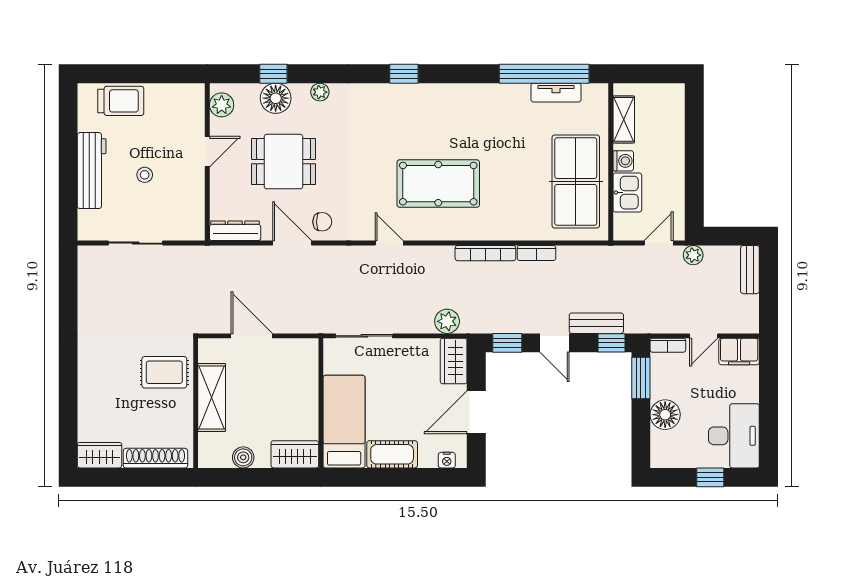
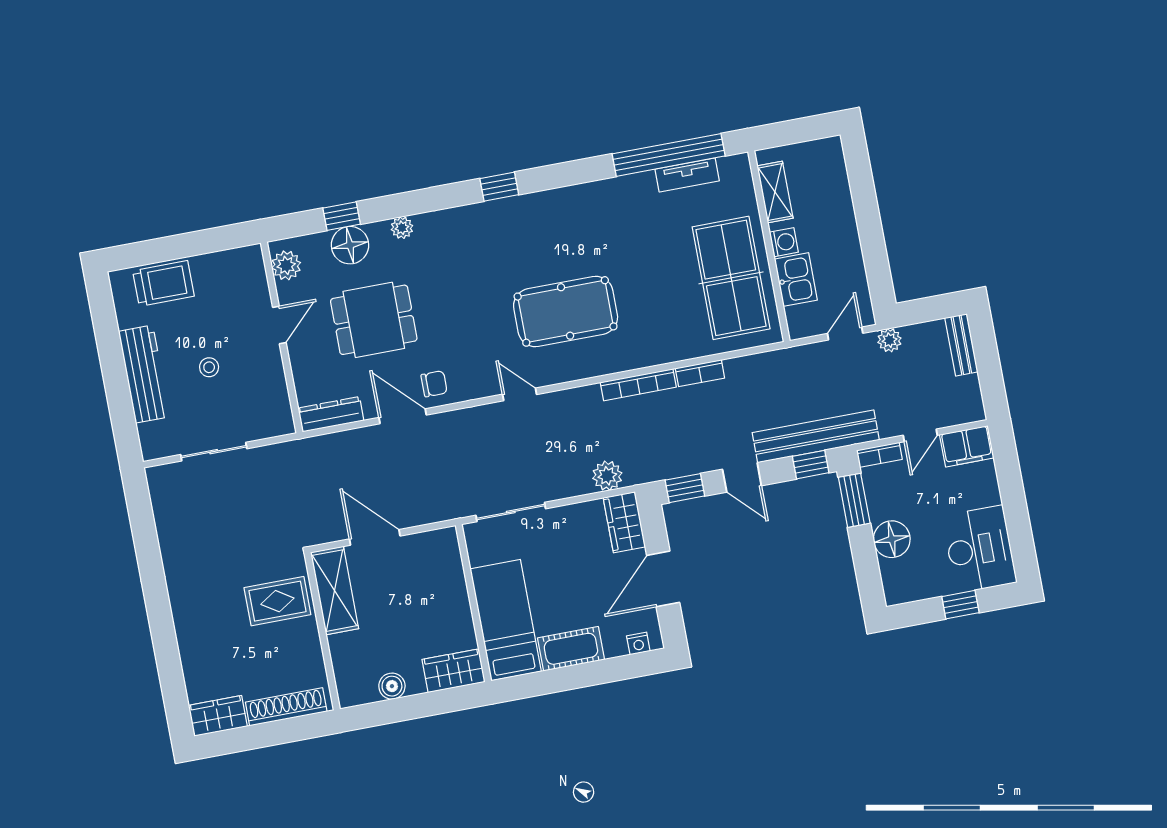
bench: (596, 323) -> (816, 436), width x1.86, depth x1.21
shelving: (212, 397) -> (335, 591), moved

